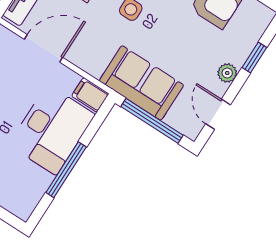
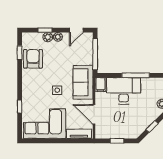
plant: (238, 54) -> (48, 37), added
sofa: (141, 83) -> (83, 82), moved

